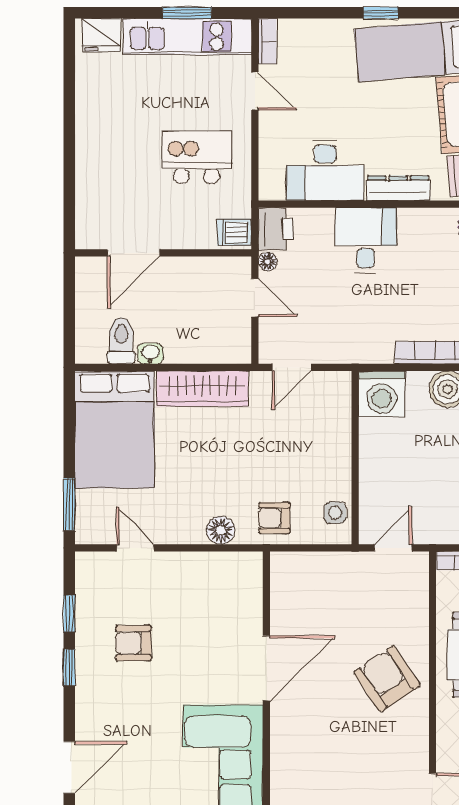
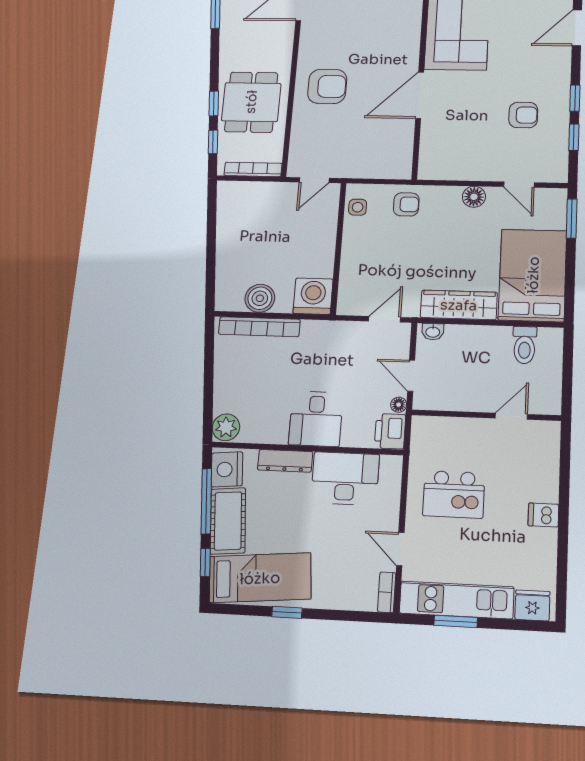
dishwasher: (234, 232) -> (543, 515), moved, turned 180
door: (134, 253) -> (511, 416), width x0.73
washbasin: (150, 354) -> (433, 332), moved
floor lamp: (221, 530) -> (474, 197), moved
armchair: (387, 679) -> (327, 86), turned -56

